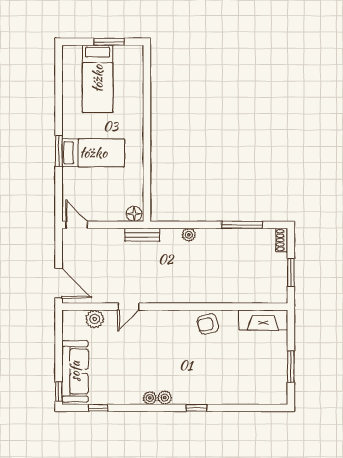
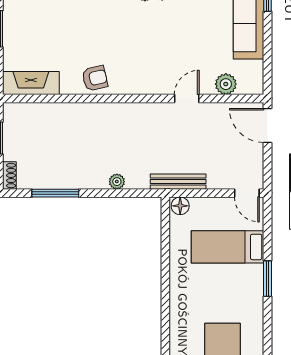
bed: (93, 153) -> (228, 247), moved
bench: (142, 235) -> (178, 182), width x1.36

